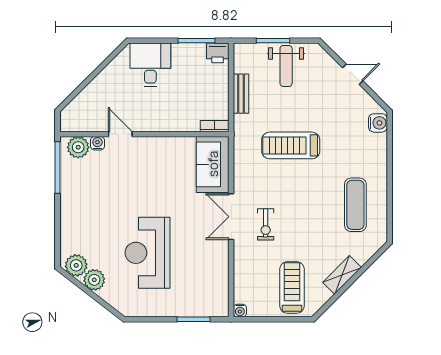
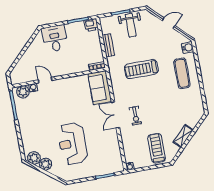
exercise mat: (355, 205) -> (182, 73), moved

